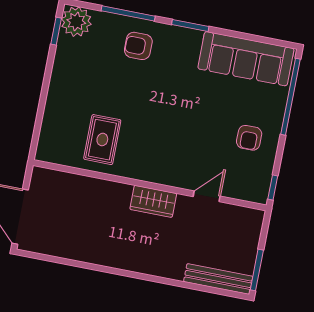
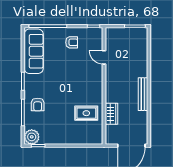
wardrobe: (153, 201) -> (111, 114), moved
bench: (218, 279) -> (143, 94), moved

